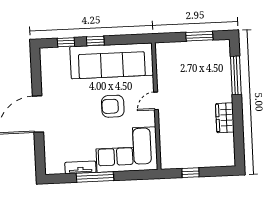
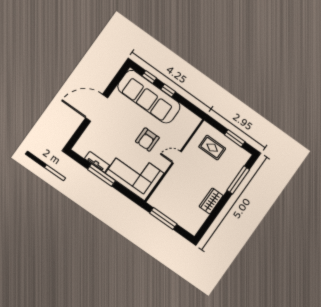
sofa: (112, 61) -> (149, 97), moved
rug: (184, 63) -> (212, 148), added
armchair: (113, 106) -> (147, 140), turned -90
window: (190, 173) -> (163, 219), width x2.17

